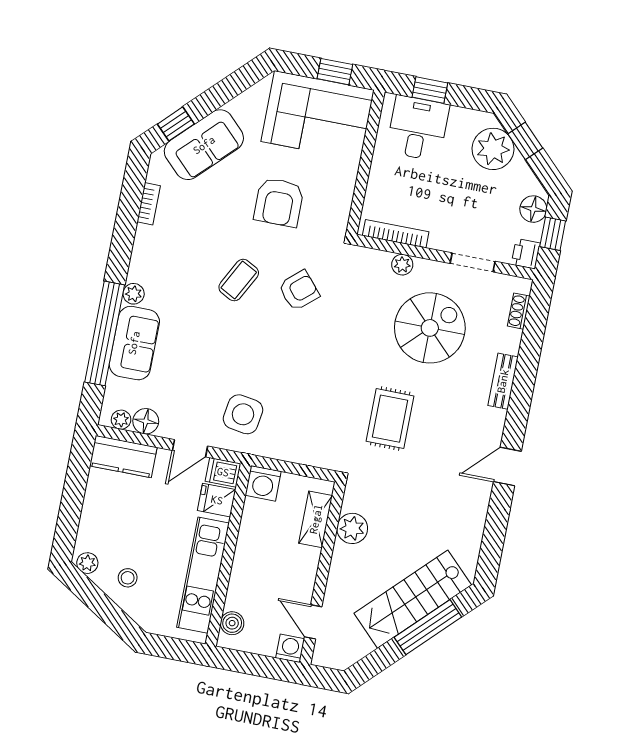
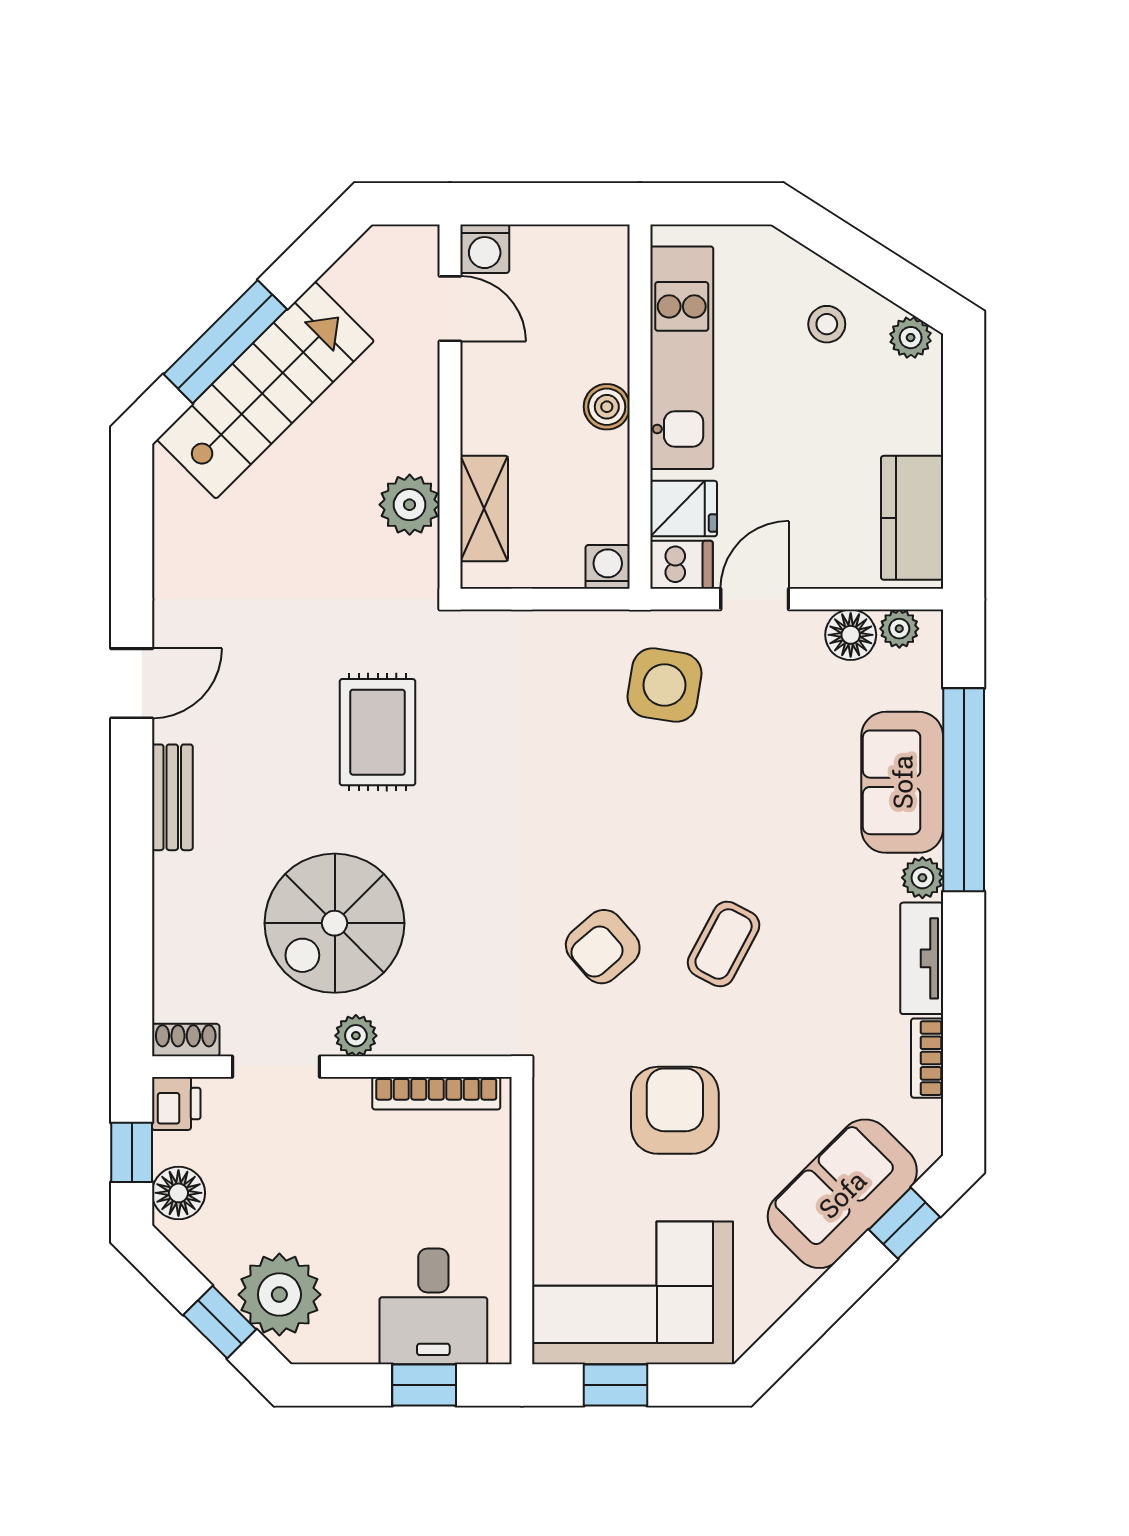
tv unit: (142, 254) -> (922, 958), added
plant: (402, 265) -> (356, 1036), moved
shoe rack: (519, 311) -> (186, 1040), moved, turned -90
bench: (503, 381) -> (172, 797), moved
kitchen counter: (123, 457) -> (912, 518), moved, turned -90
washing machine: (263, 483) -> (608, 567), width x0.73, depth x0.73
boiler: (232, 623) -> (607, 407), moved

